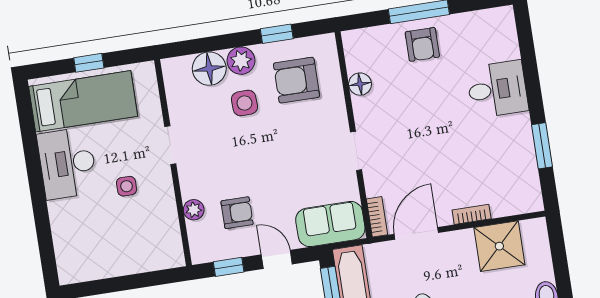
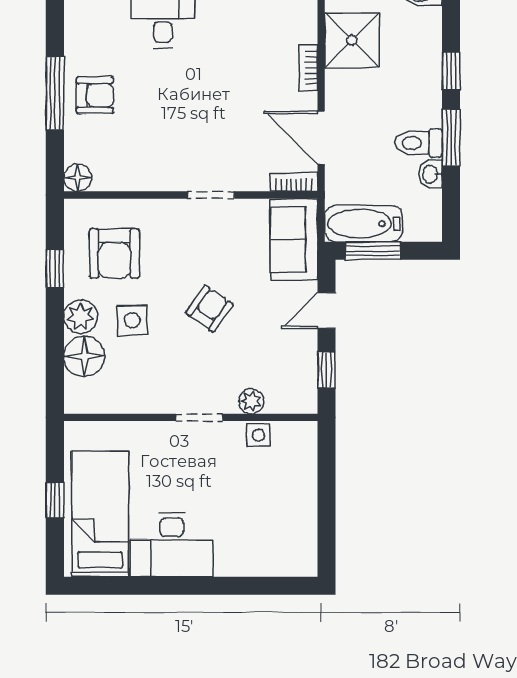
floor lamp: (360, 84) -> (78, 178), moved
doorway: (170, 145) -> (199, 417), moved
side table: (127, 186) -> (259, 435), moved
armchair: (237, 213) -> (209, 309), moved, turned 35

